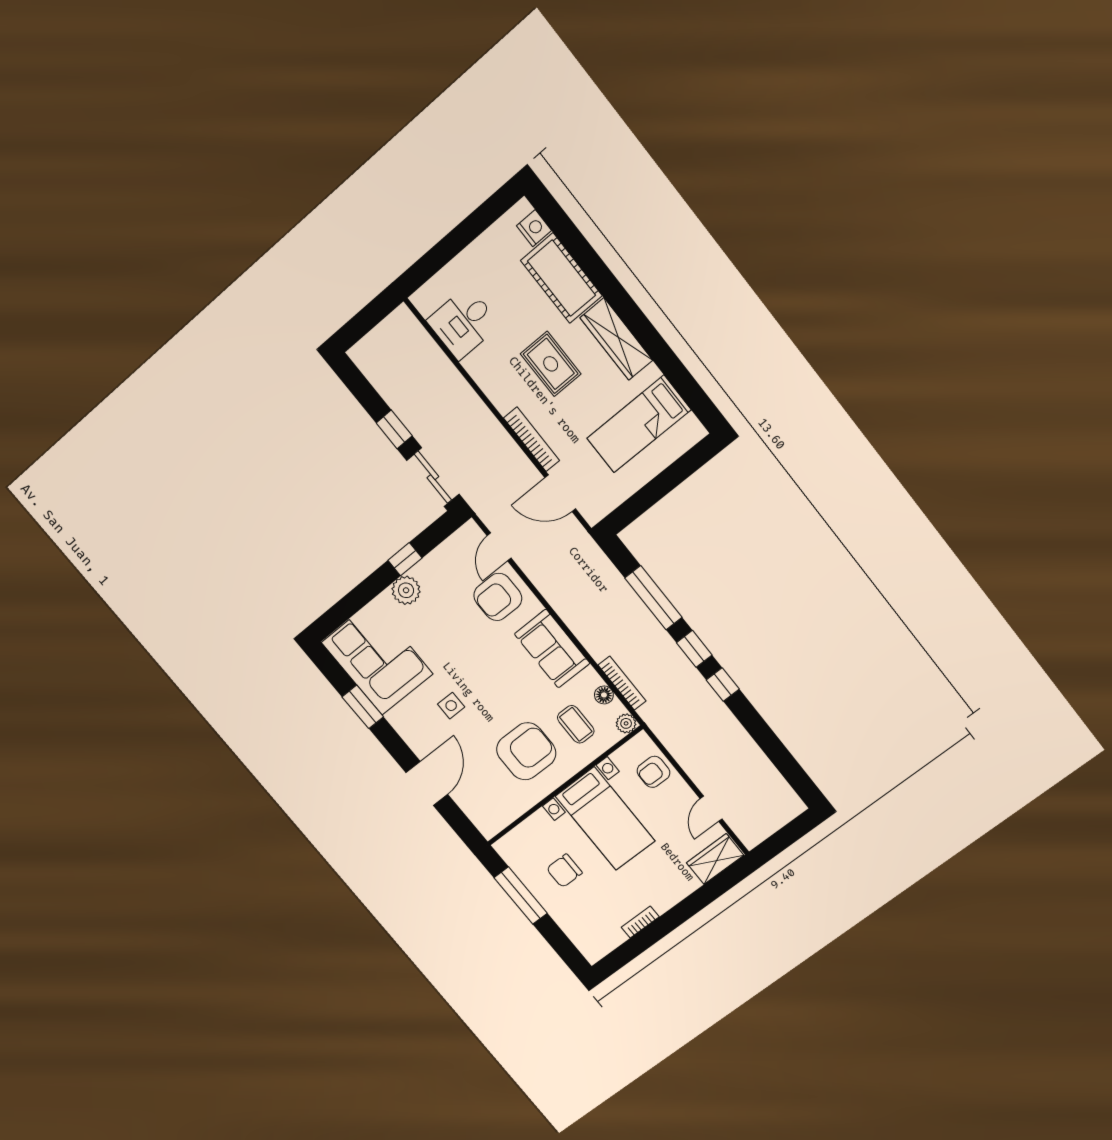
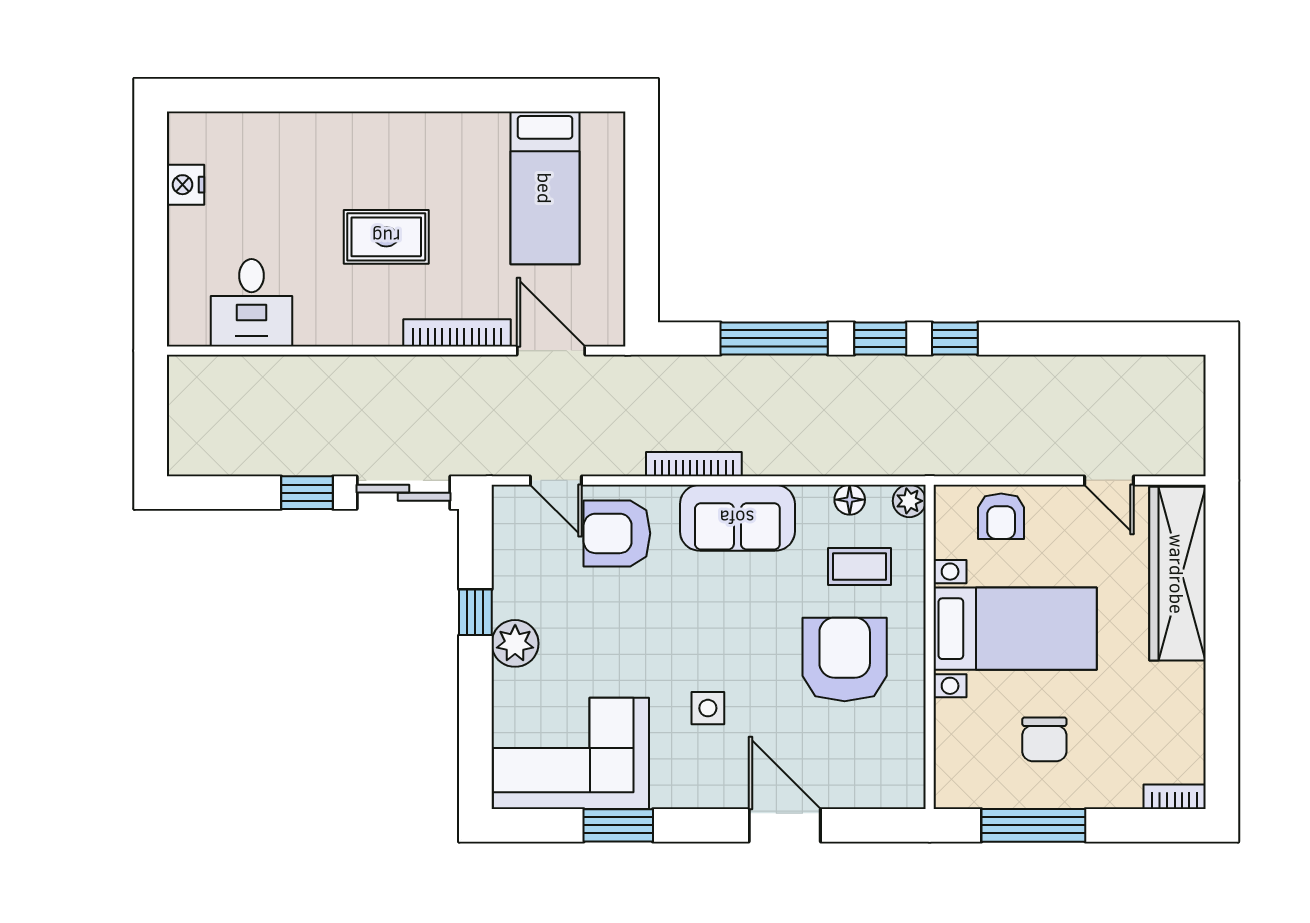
nightstand: (534, 228) -> (185, 185), moved, turned -90
cot: (561, 278) -> (297, 144), removed
wardrobe: (616, 339) -> (422, 135), removed
door: (560, 493) -> (551, 351), swing flipped
armchair: (498, 597) -> (617, 533), turned 90
bookcase: (622, 683) -> (694, 464), moved
wardrobe: (715, 859) -> (1177, 574), width x2.10, depth x1.17
bookcase: (640, 922) -> (1175, 797), moved, turned 90

